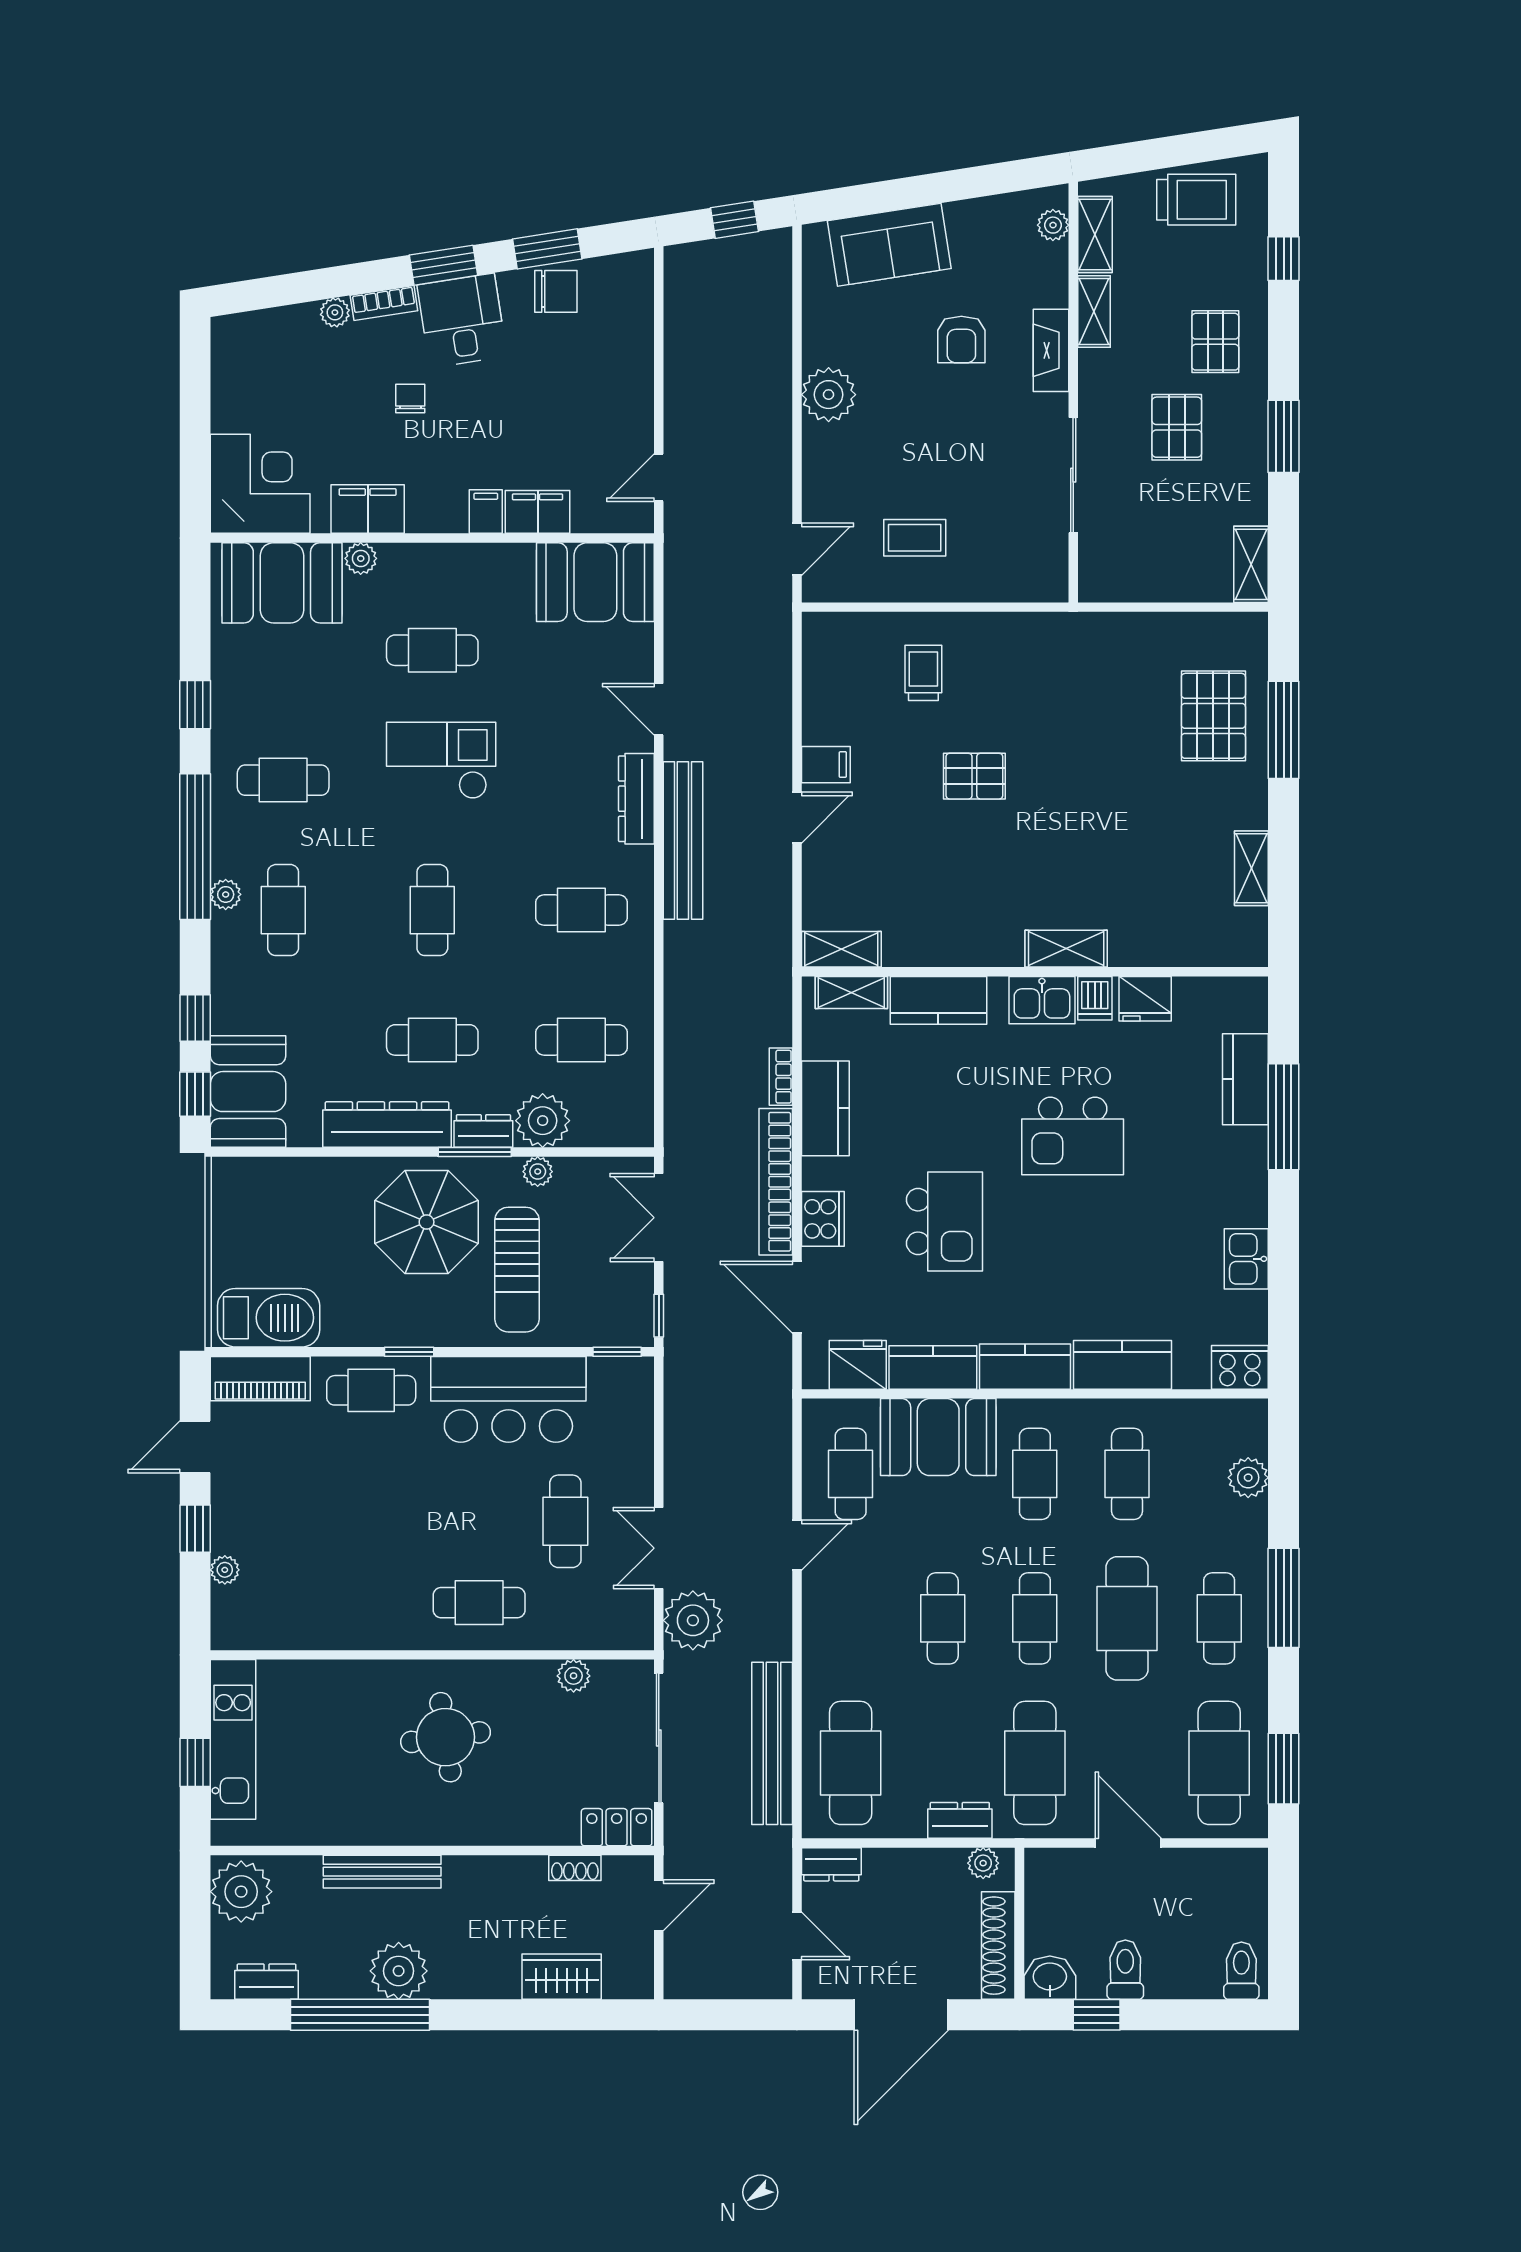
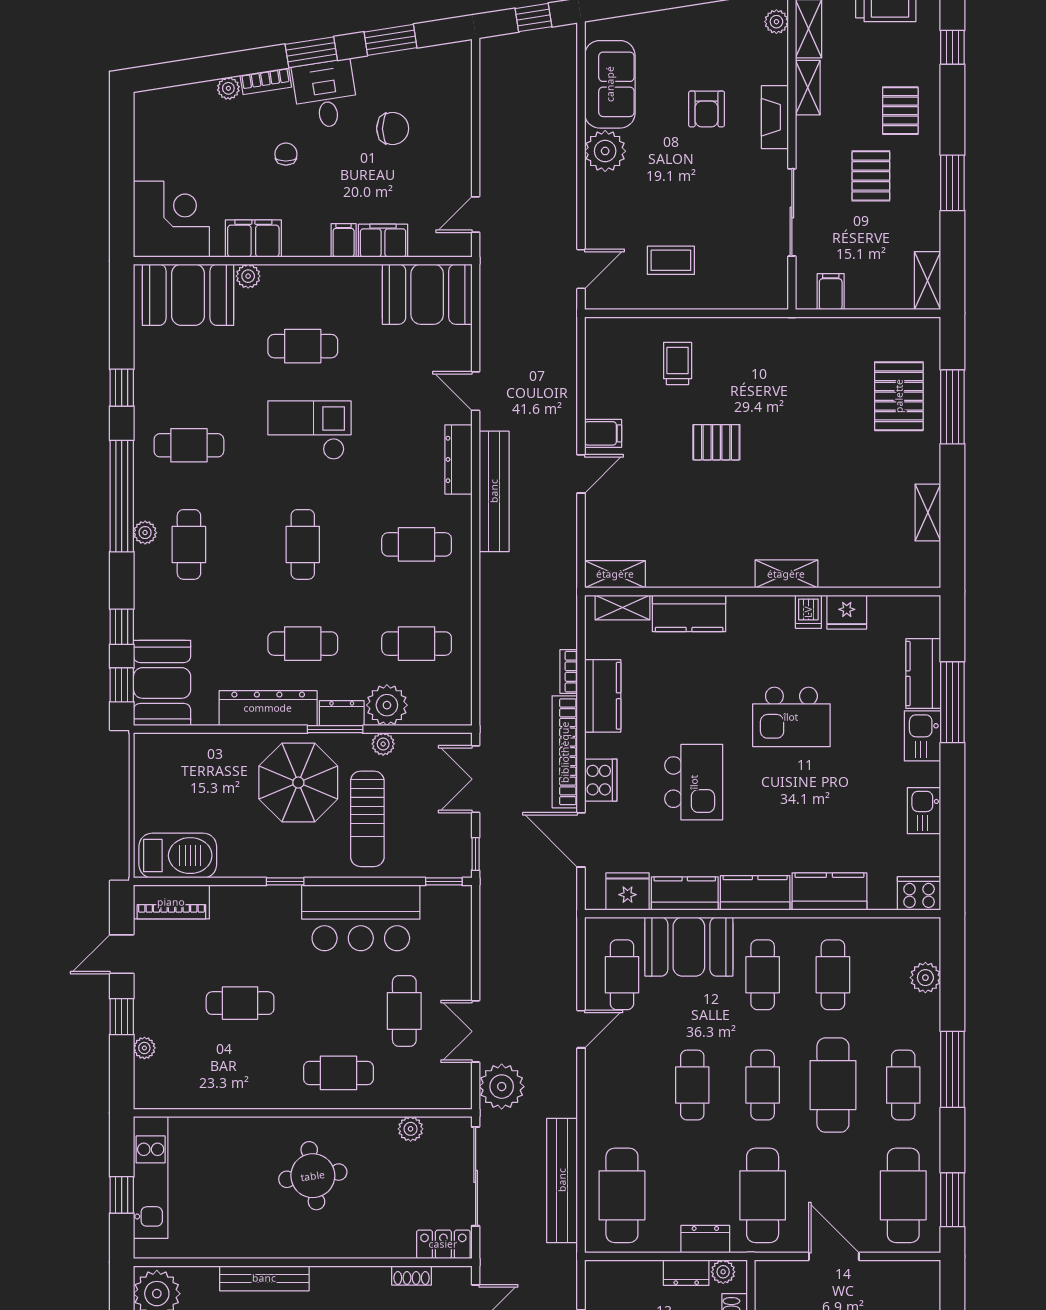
sofa: (889, 245) -> (610, 84), moved, turned -81
chair: (556, 291) -> (393, 129), moved
filing cabinet: (1124, 579) -> (831, 292), added
kitchen sink: (1042, 1000) -> (923, 736), moved, turned 90
cafe table: (371, 1390) -> (240, 1003), moved
dresser: (831, 1864) -> (686, 1273), moved

